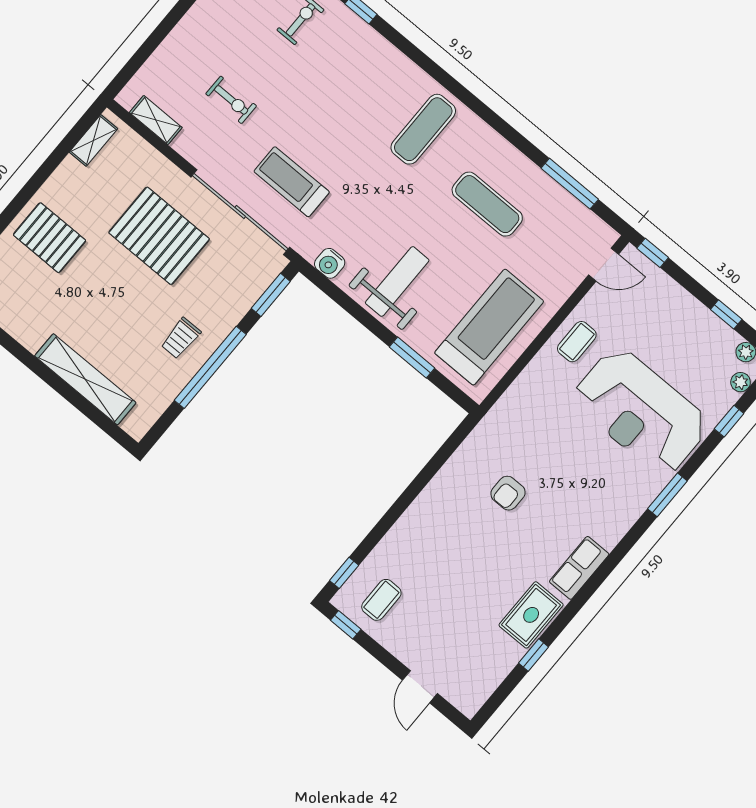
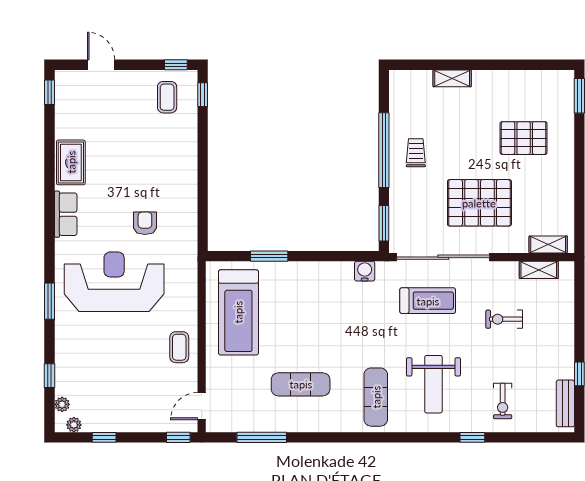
shelving: (93, 140) -> (548, 245), moved, turned 90
pallet: (50, 238) -> (524, 138), moved
weight bench: (397, 281) -> (433, 384), moved
shelving: (85, 379) -> (452, 78), width x0.45, depth x0.75
reception desk: (641, 411) -> (114, 282), moved
window: (534, 655) -> (50, 92), moved

